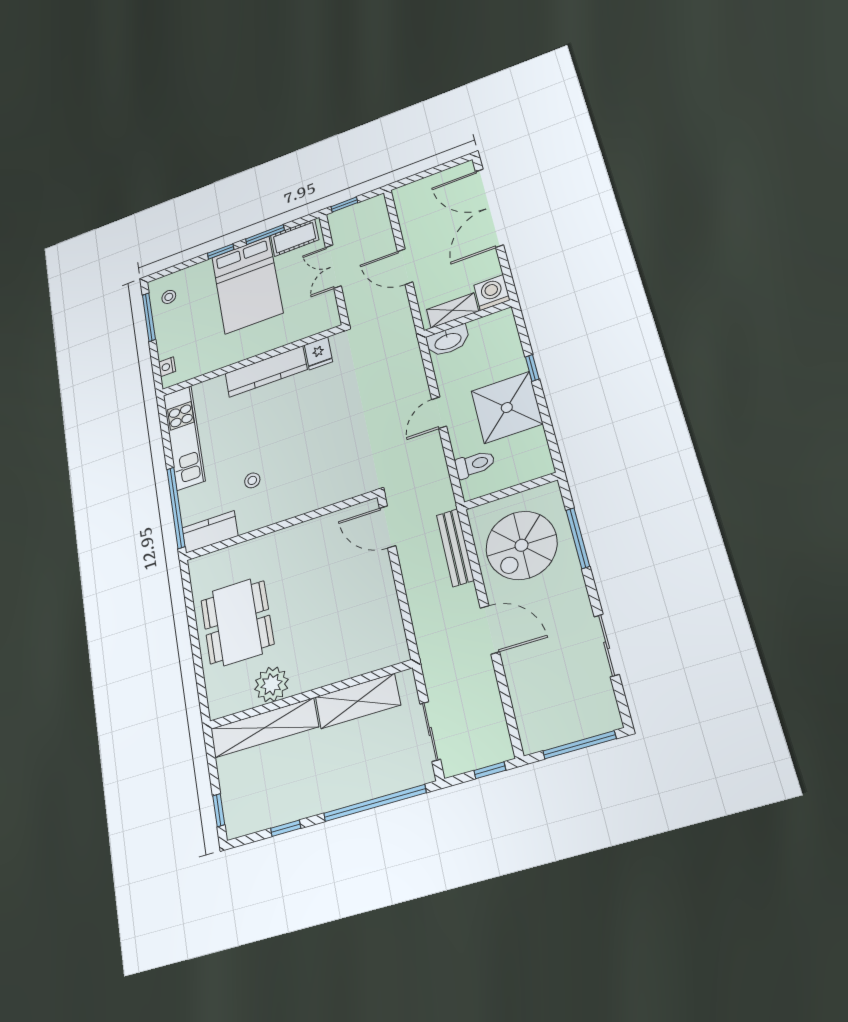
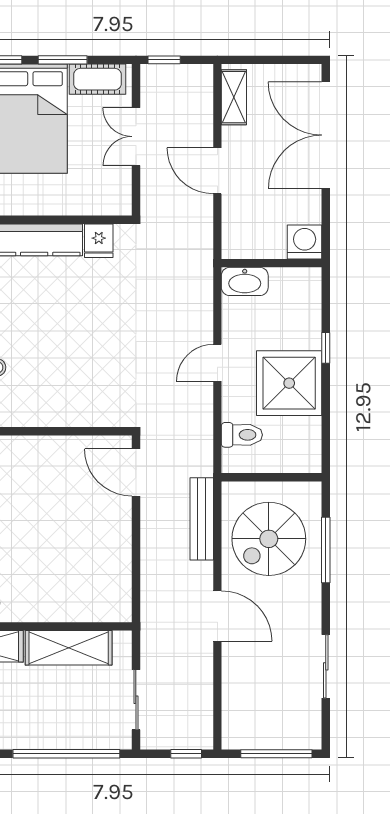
shelving: (452, 310) -> (234, 97), moved, turned 90

